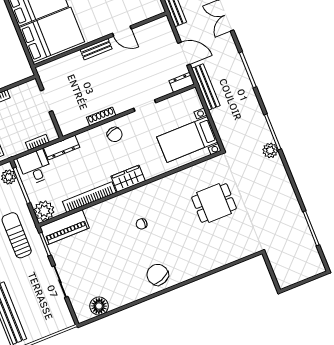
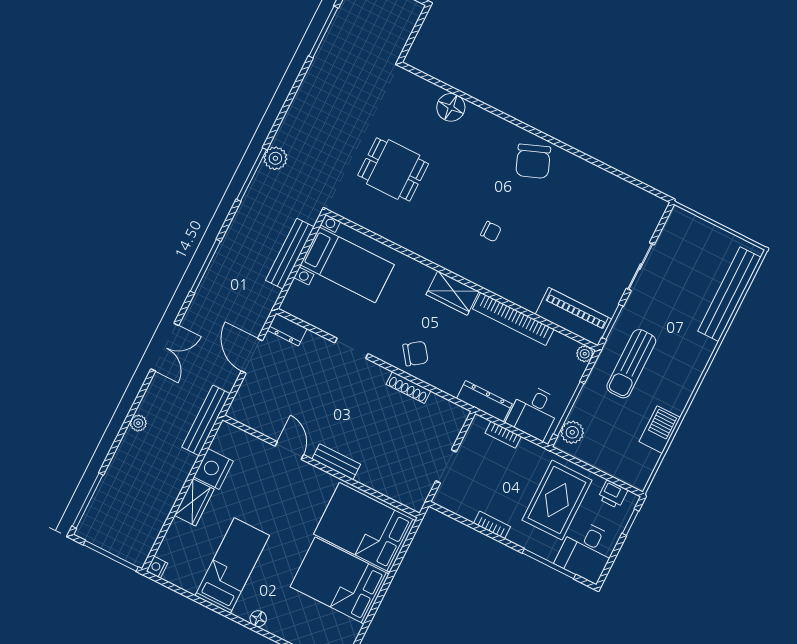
bench: (206, 87) -> (290, 254), moved
chair: (115, 134) -> (415, 354), turned 71
plant: (44, 211) -> (585, 354), width x0.53, depth x0.53
floor lamp: (99, 306) -> (451, 107), moved

